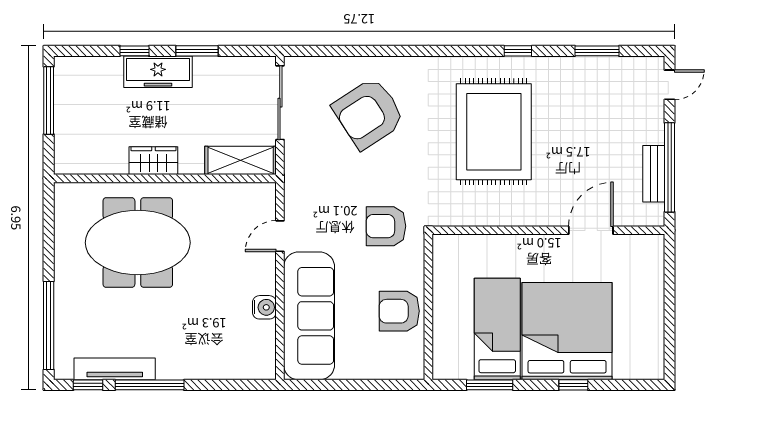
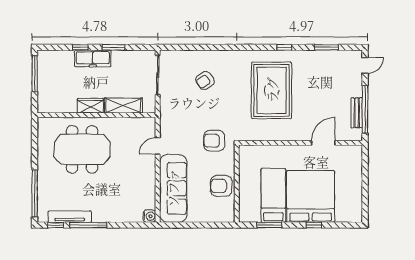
armchair: (369, 113) -> (205, 81), width x0.53, depth x0.53
shelving: (241, 160) -> (123, 106), moved
water cooler: (264, 307) -> (149, 216), moved

